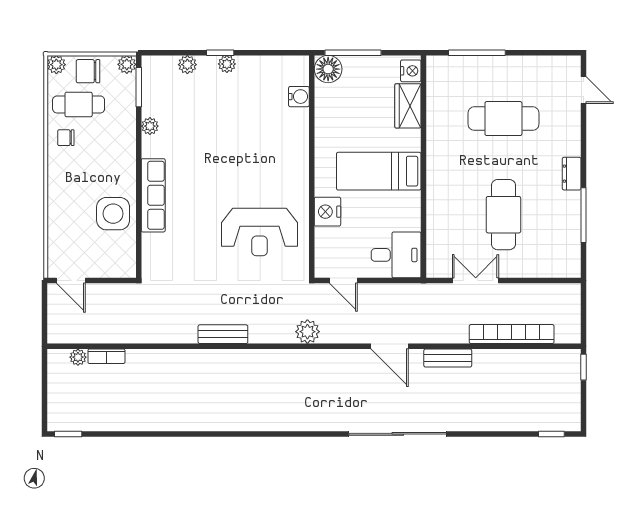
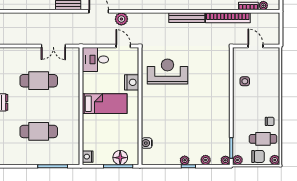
floor lamp: (328, 69) -> (120, 158), moved
wardrobe: (408, 106) -> (89, 138), removed
plant: (150, 126) -> (225, 160), moved
row of seats: (153, 195) -> (224, 91), removed
side table: (113, 214) -> (245, 81), width x0.54, depth x0.54
cafe table: (503, 215) -> (39, 81), turned 90
door: (71, 281) -> (256, 46), moved
plant: (307, 332) -> (121, 19), moved
bench: (223, 334) -> (187, 18), width x1.36
bookcase: (512, 334) -> (228, 18), moved

